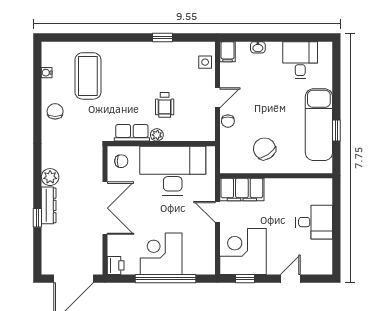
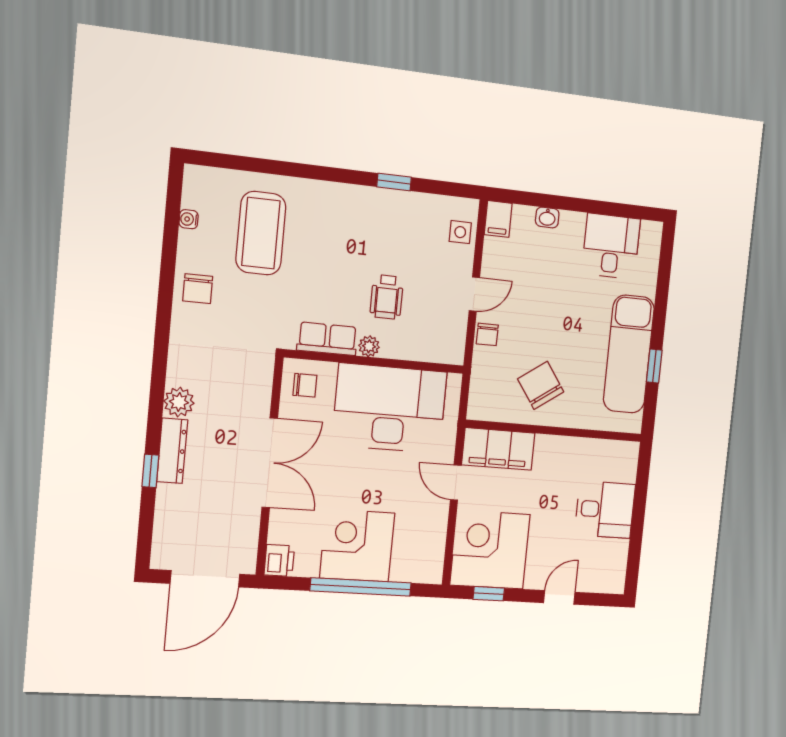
chair: (55, 111) -> (198, 289), turned 180

